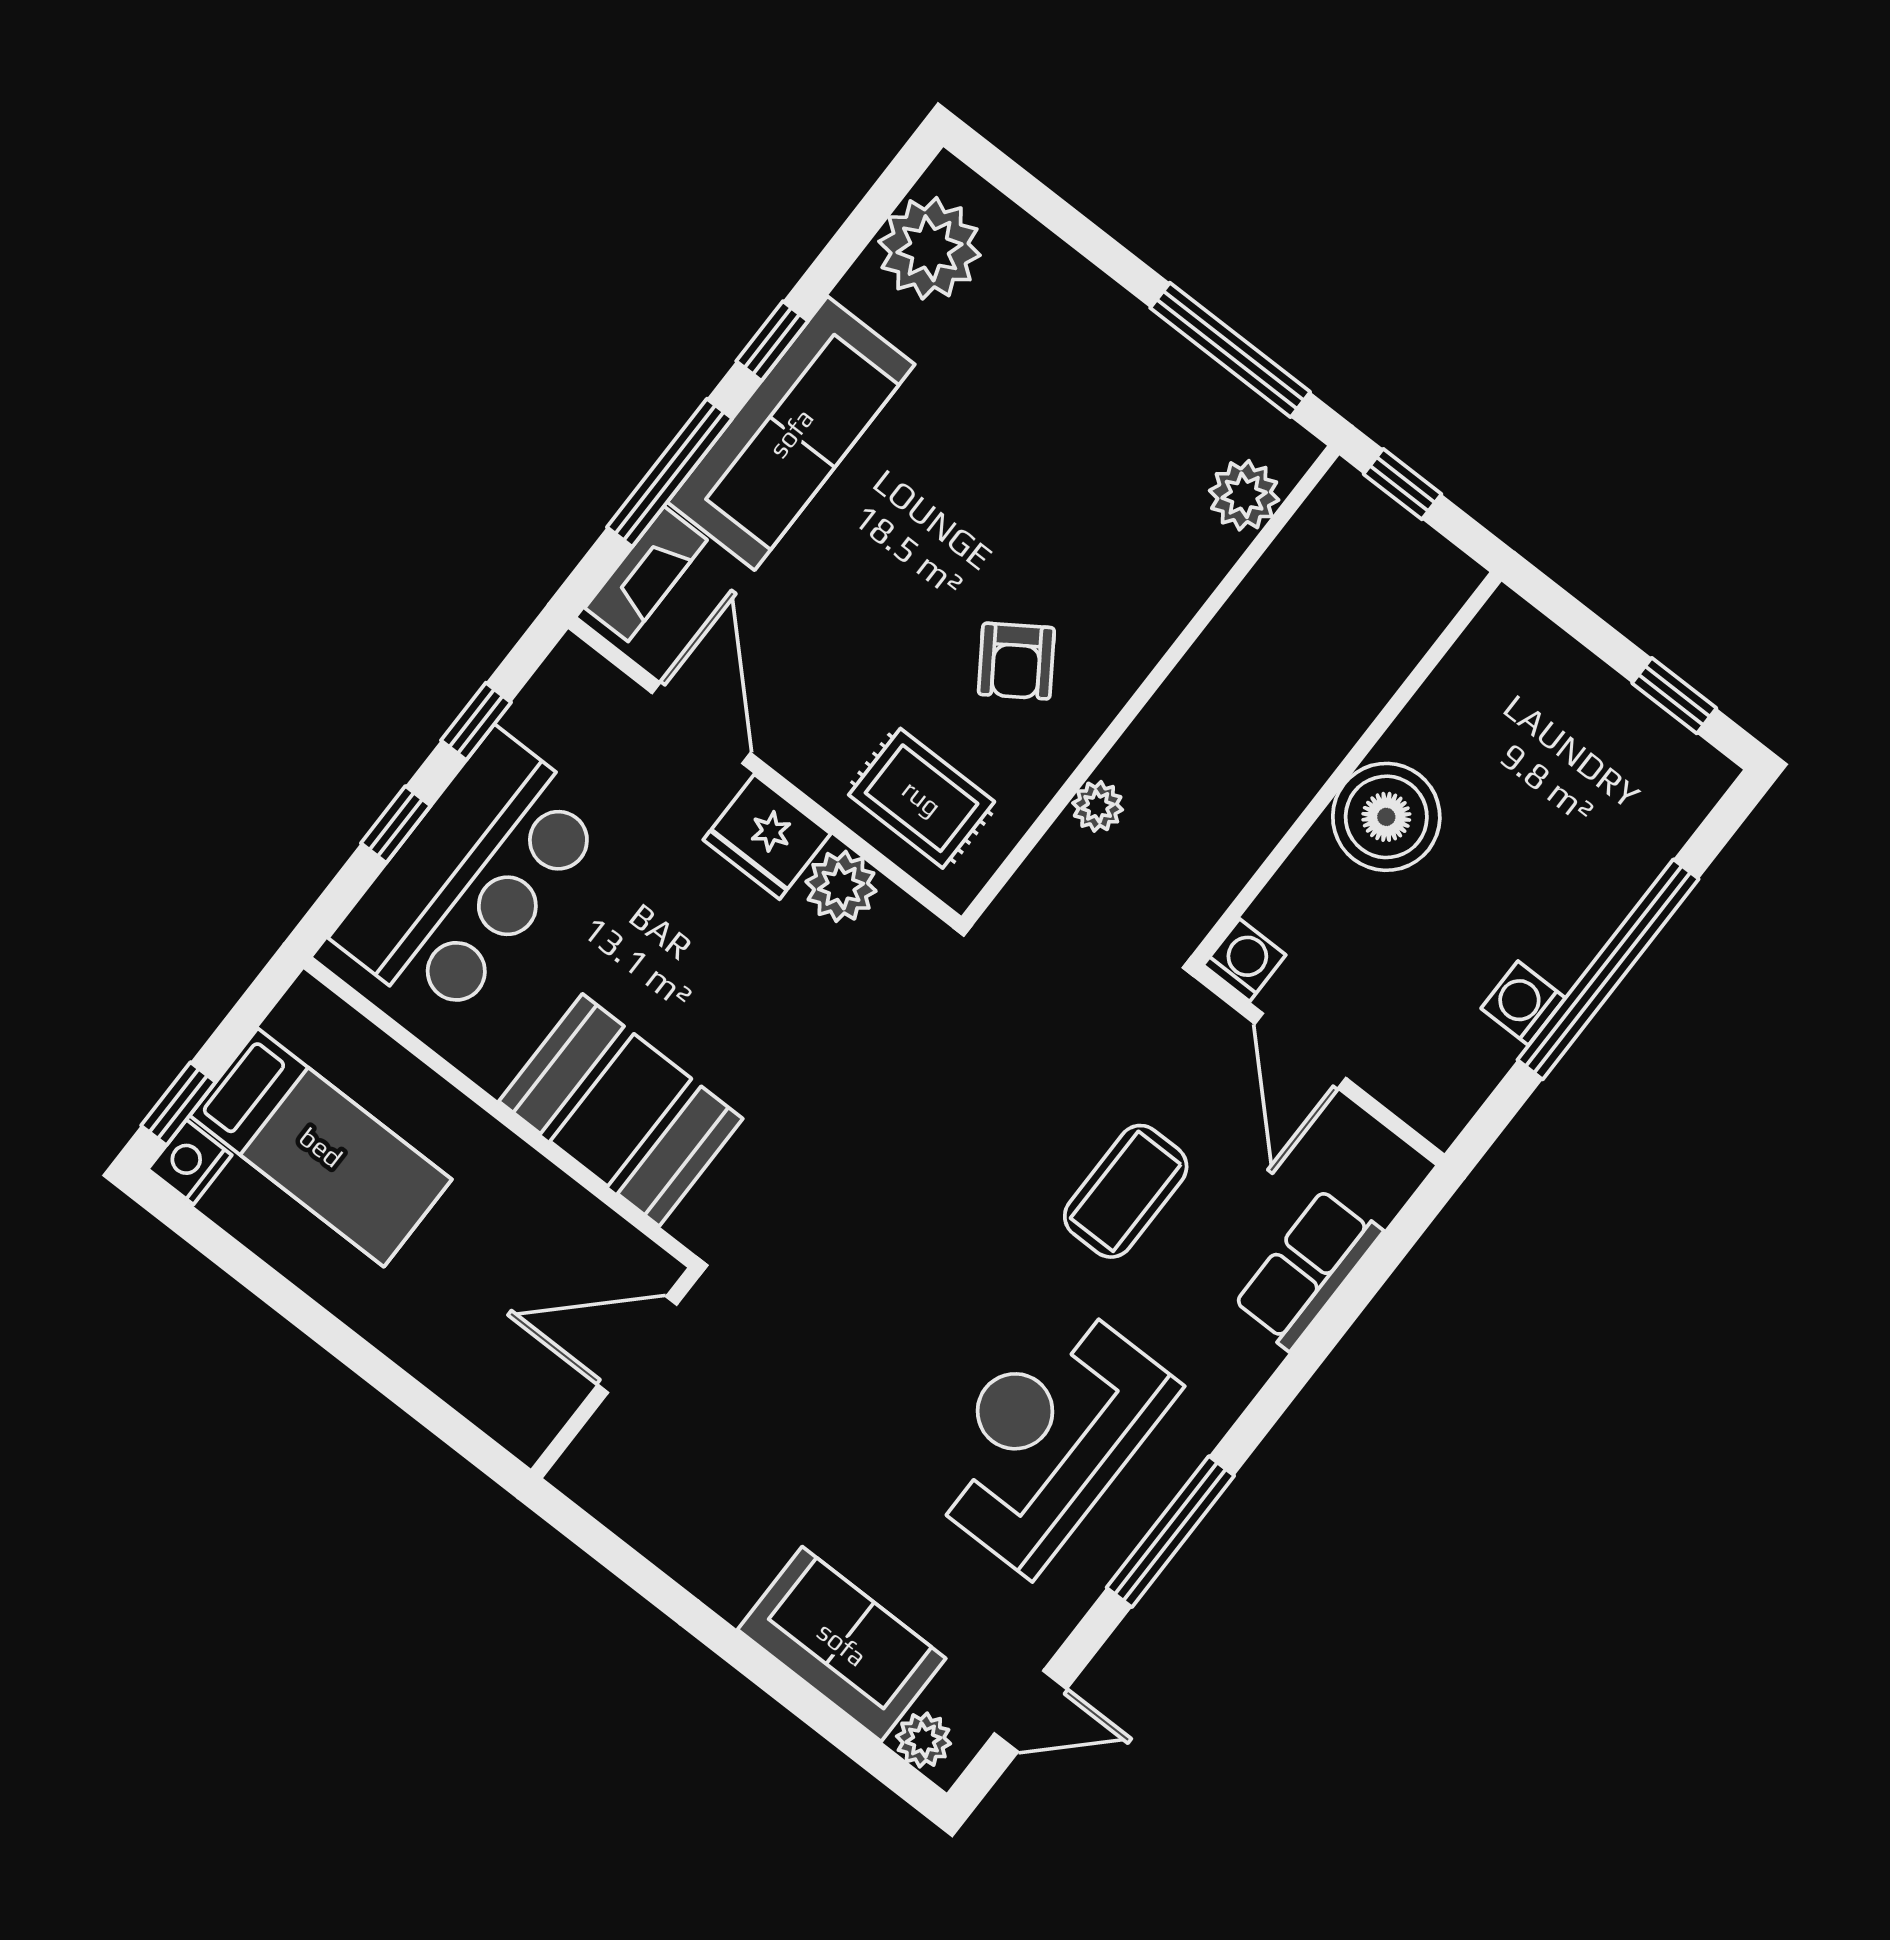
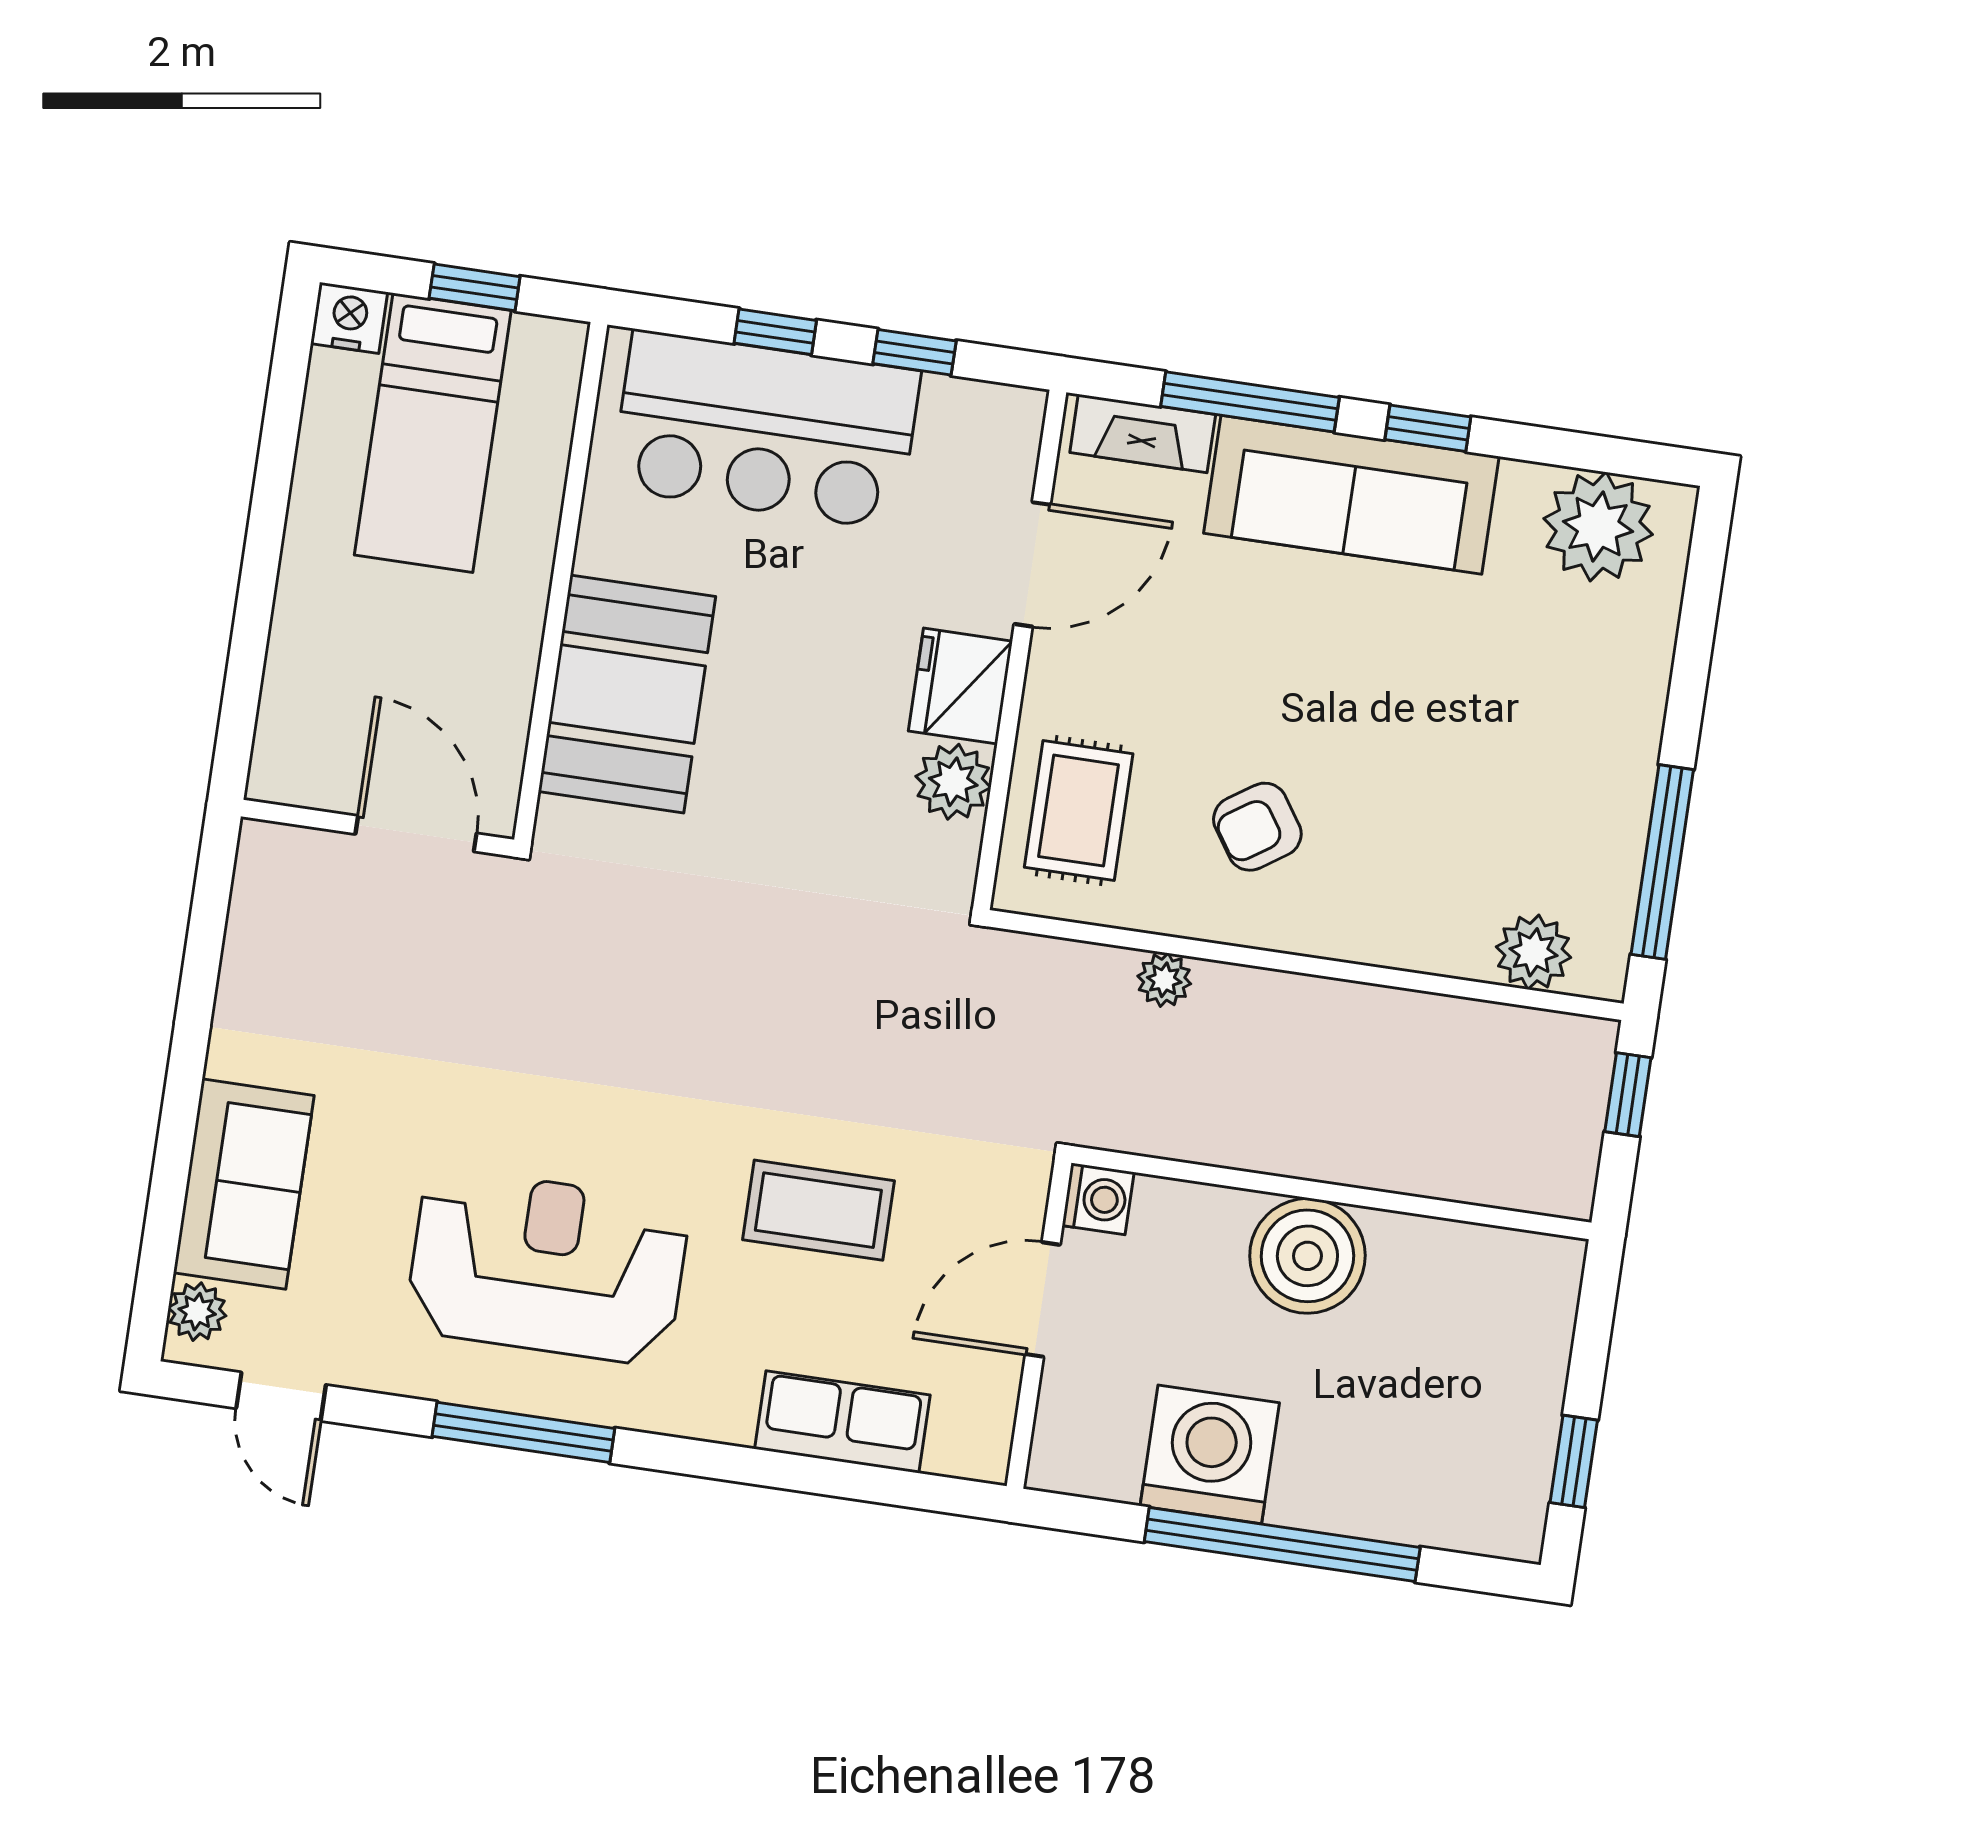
washing machine: (1523, 1003) -> (1210, 1454), width x1.89, depth x1.89
window: (178, 1104) -> (475, 287), moved

